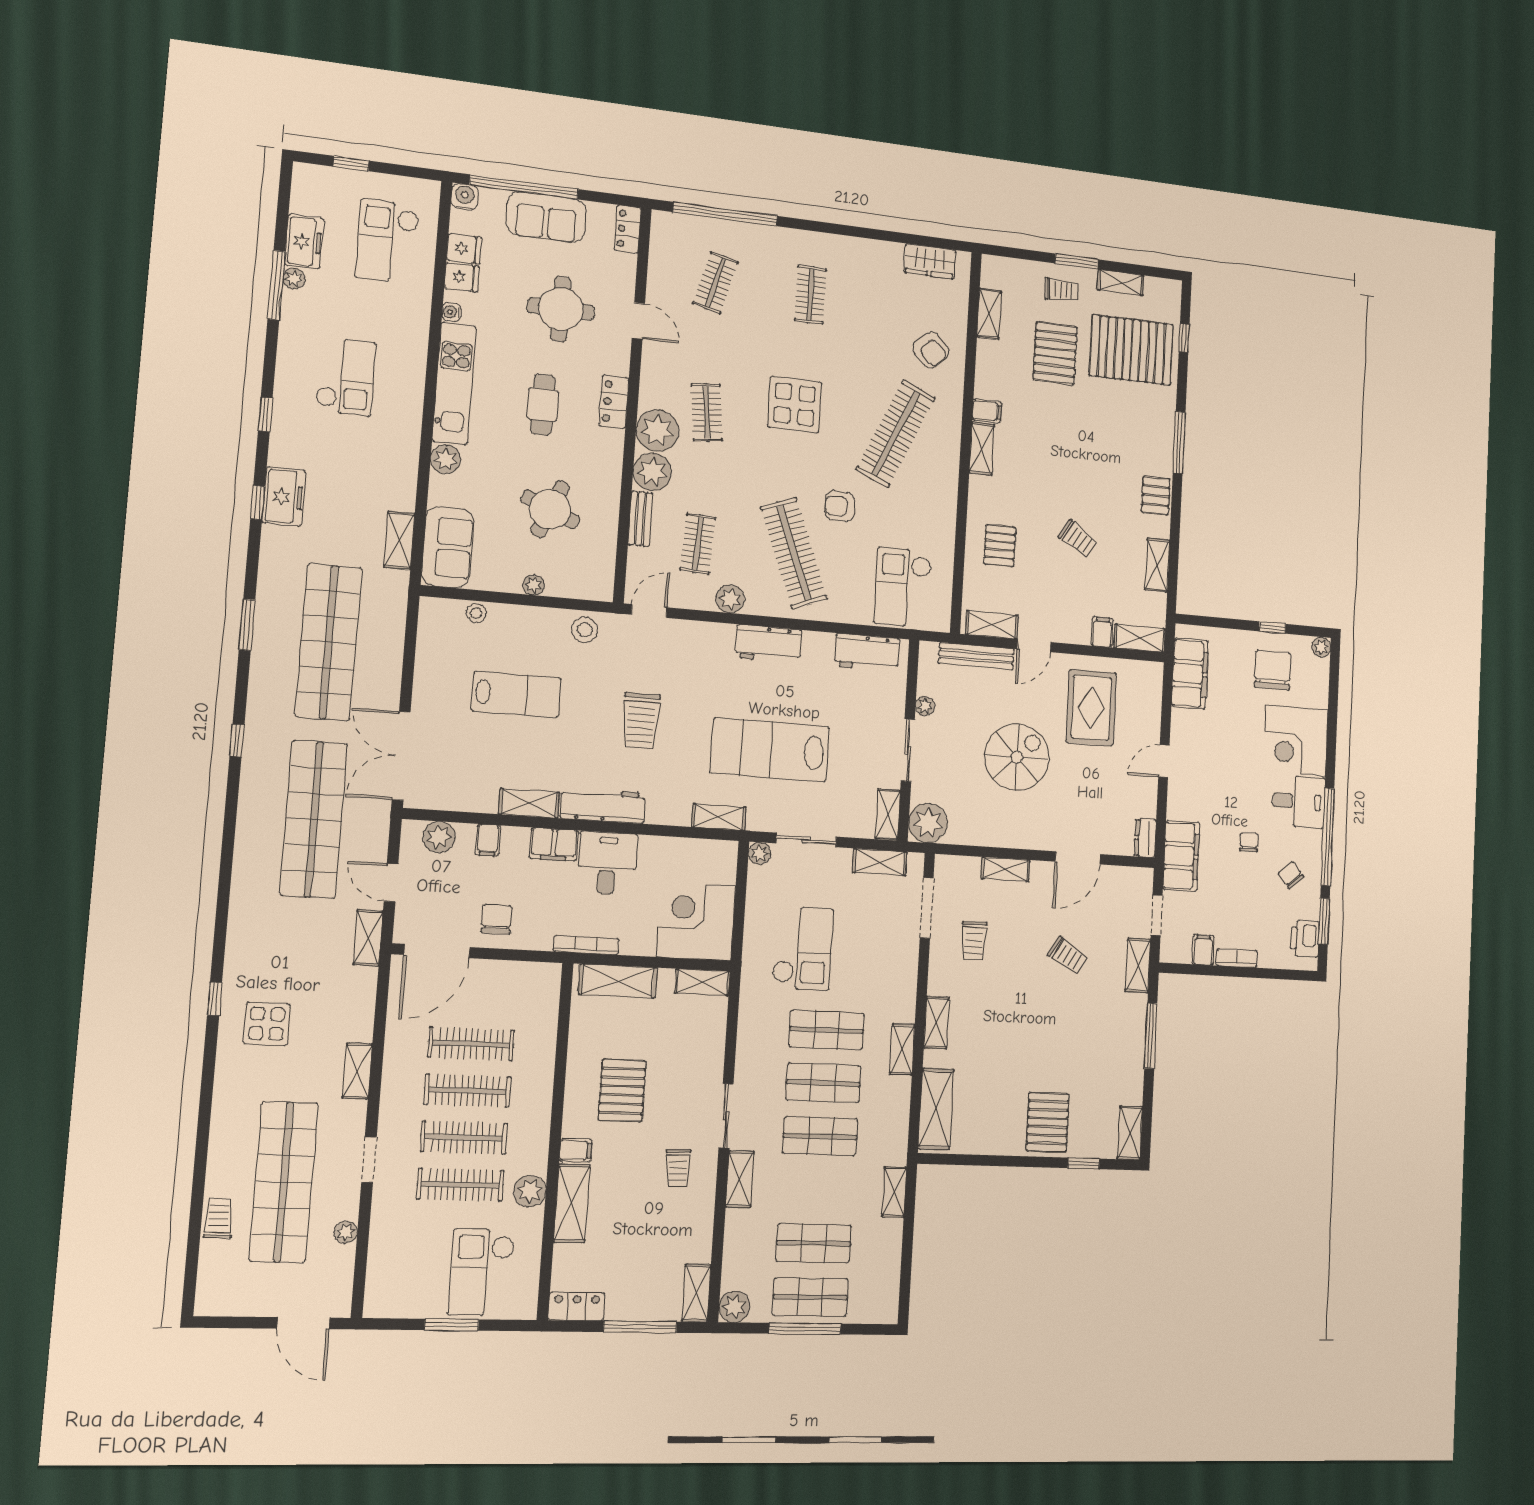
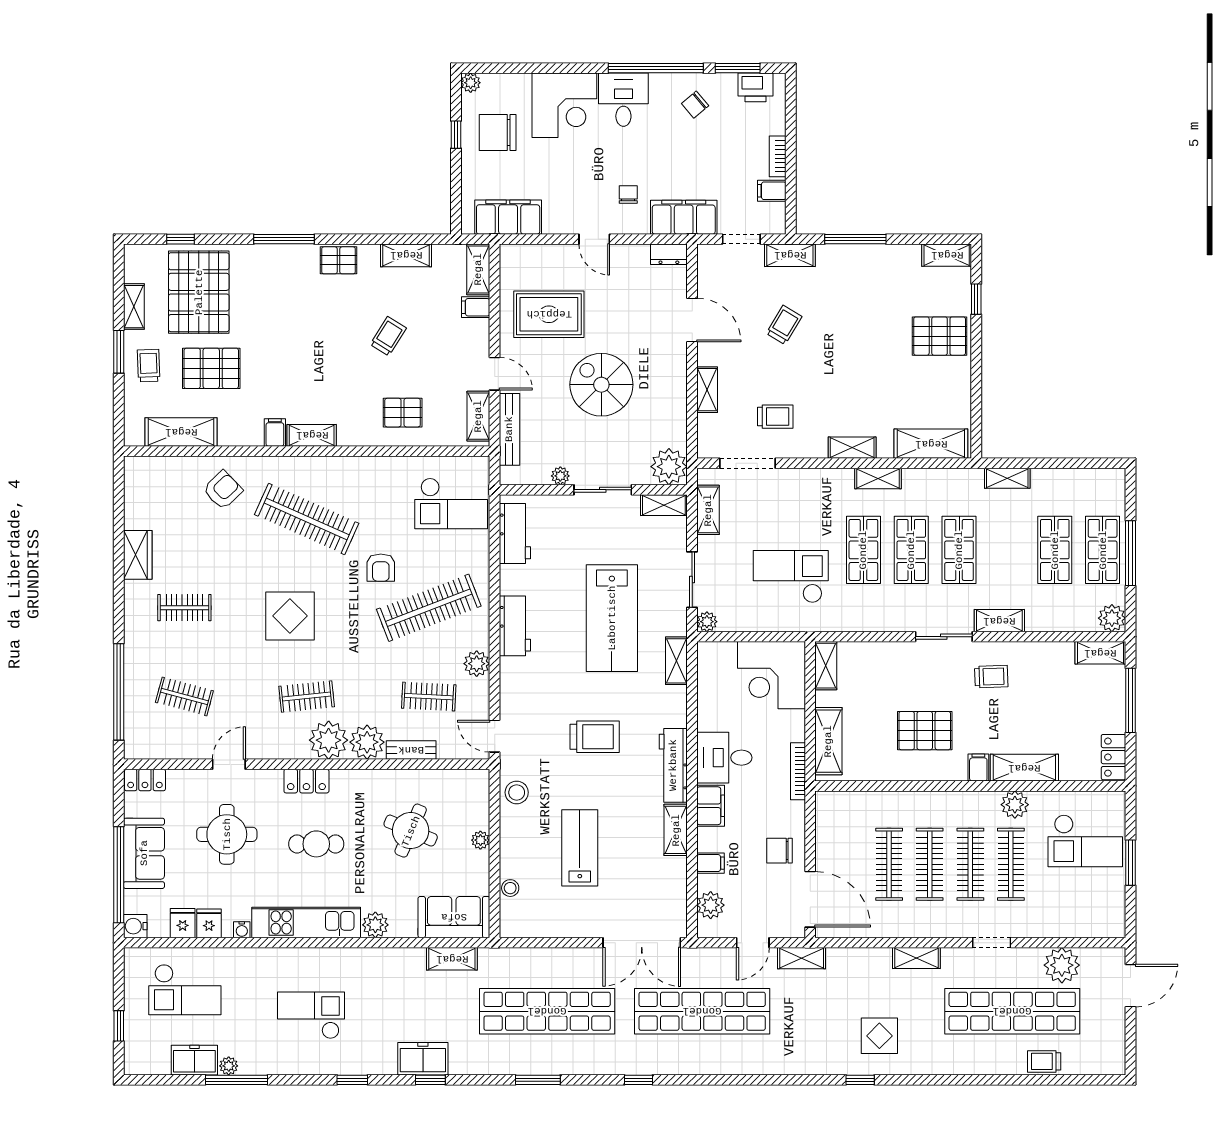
wardrobe: (930, 261) -> (138, 555), moved
shelving: (989, 314) -> (181, 432), width x1.50, depth x1.33
chair: (1249, 842) -> (628, 195), moved, turned 90
plant: (346, 1232) -> (1062, 965), width x1.87, depth x1.87

